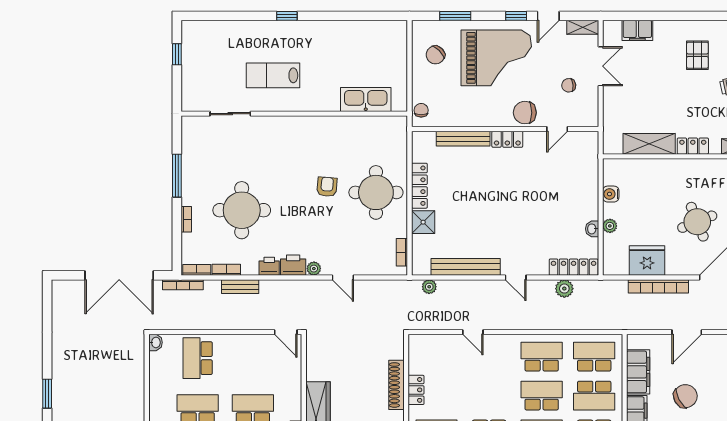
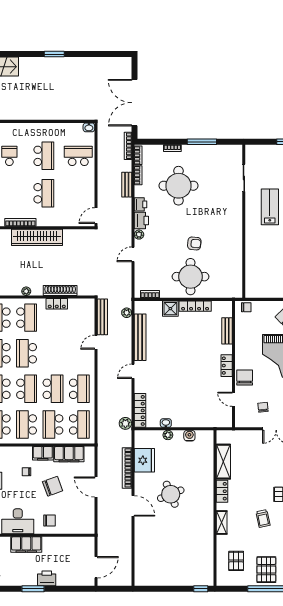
kitchen sink: (366, 100) -> (253, 270), removed
bench: (463, 139) -> (227, 331), width x0.73
plant: (564, 289) -> (125, 423), moved
bench: (435, 323) -> (102, 317), added
chair: (685, 396) -> (53, 486), turned -82

